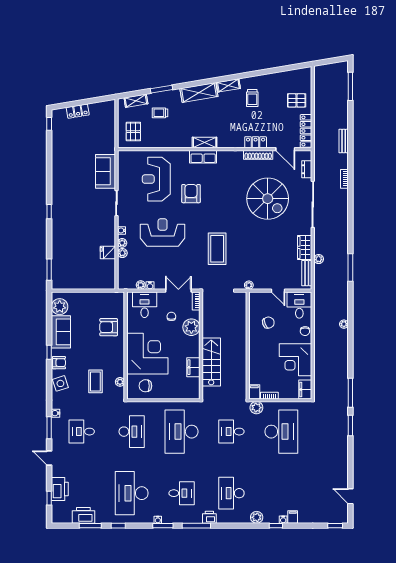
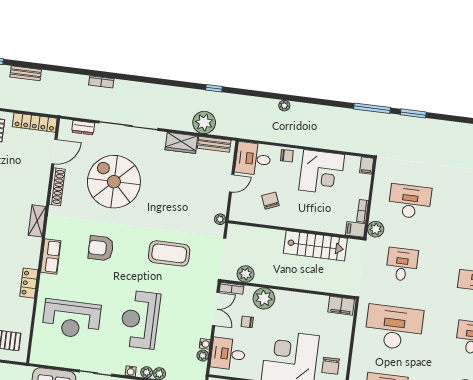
bench: (344, 141) -> (26, 73), moved
shelving: (205, 142) -> (37, 221), moved
locker: (256, 142) -> (29, 283), moved
armchair: (191, 194) -> (101, 248), moved
spiral stairs: (268, 199) -> (114, 182), turned -90
plant: (319, 259) -> (204, 122), width x1.88, depth x1.88
window: (350, 268) -> (214, 88), width x0.46
double door: (178, 291) -> (216, 309), swing flipped
plant: (209, 310) -> (246, 274), added
stairs: (211, 362) -> (315, 246), moved, turned 180
filing cabinet: (193, 367) -> (341, 306), moved
filing cabinet: (305, 389) -> (367, 165), width x0.50
desk: (182, 432) -> (394, 327), turned 180
desk: (231, 432) -> (402, 264), turned 180
desk: (281, 432) -> (410, 202), width x0.73, depth x0.77

